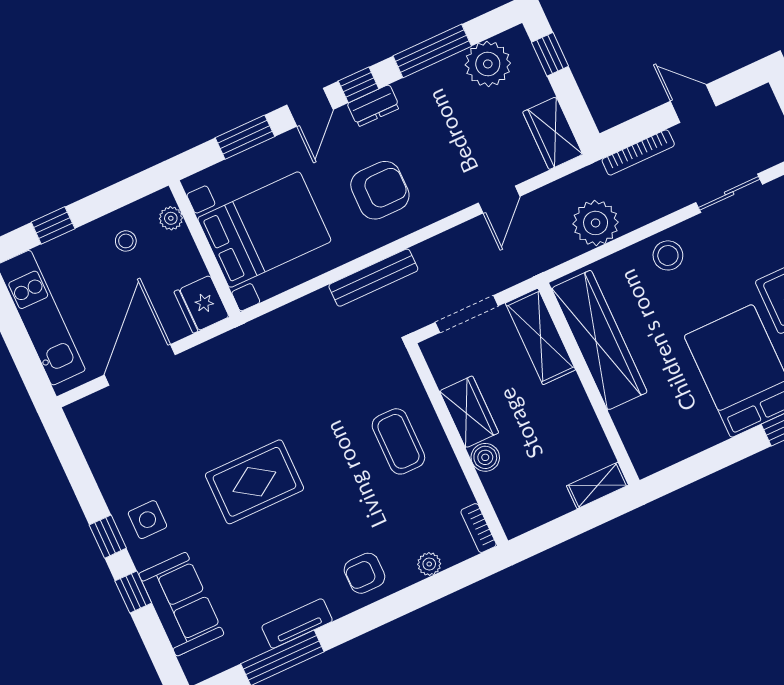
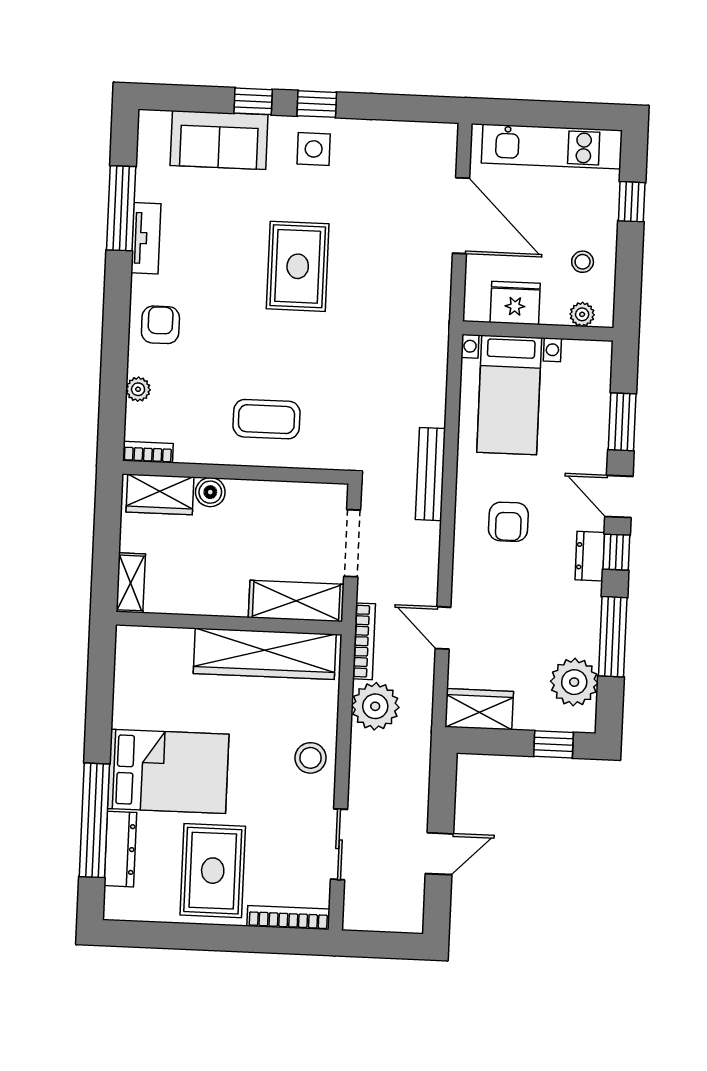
bookcase: (638, 152) -> (364, 641), moved, turned 180
armchair: (380, 190) -> (508, 522), width x0.72, depth x0.72
bed with nightstands: (264, 230) -> (509, 395), width x0.73
fridge: (201, 304) -> (515, 303), moved
wardrobe: (469, 412) -> (160, 494), moved

